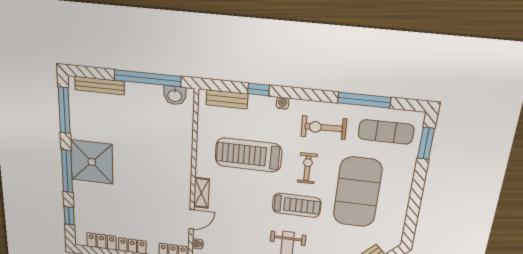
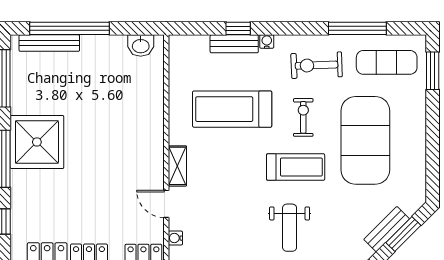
window: (147, 78) -> (69, 28), moved
bench: (227, 99) -> (234, 44), moved
door: (192, 219) -> (166, 204), swing flipped

